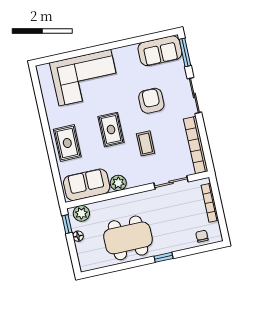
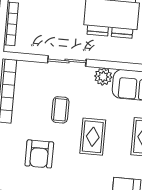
sliding door: (171, 182) -> (67, 61), moved

